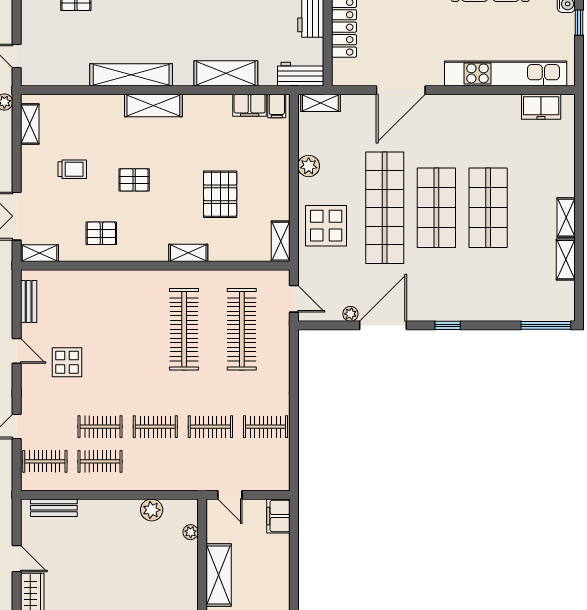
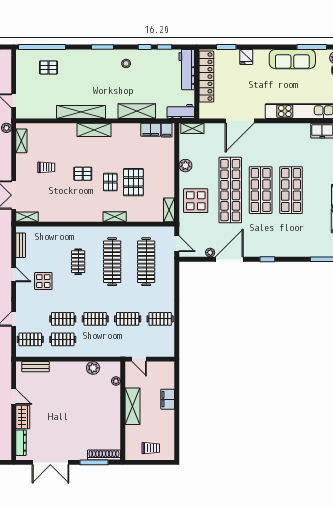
pallet: (101, 233) -> (110, 182), moved, turned 90
clothes rail: (126, 329) -> (78, 262), added
filing cabinet: (278, 516) -> (168, 399), moved

